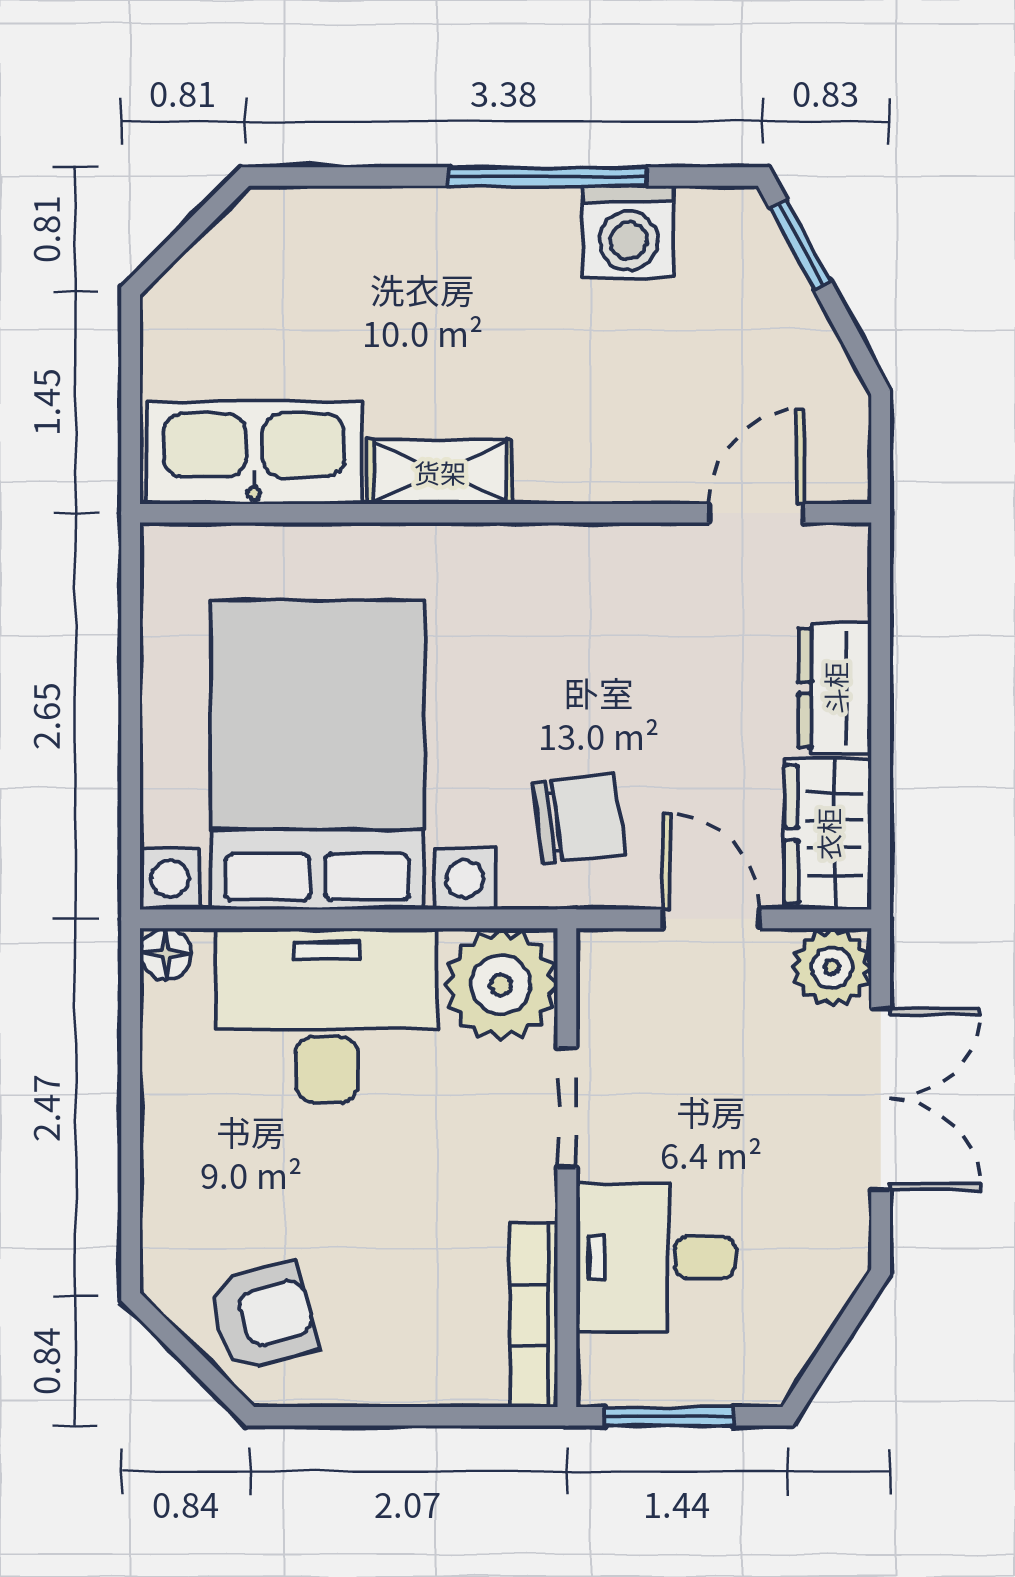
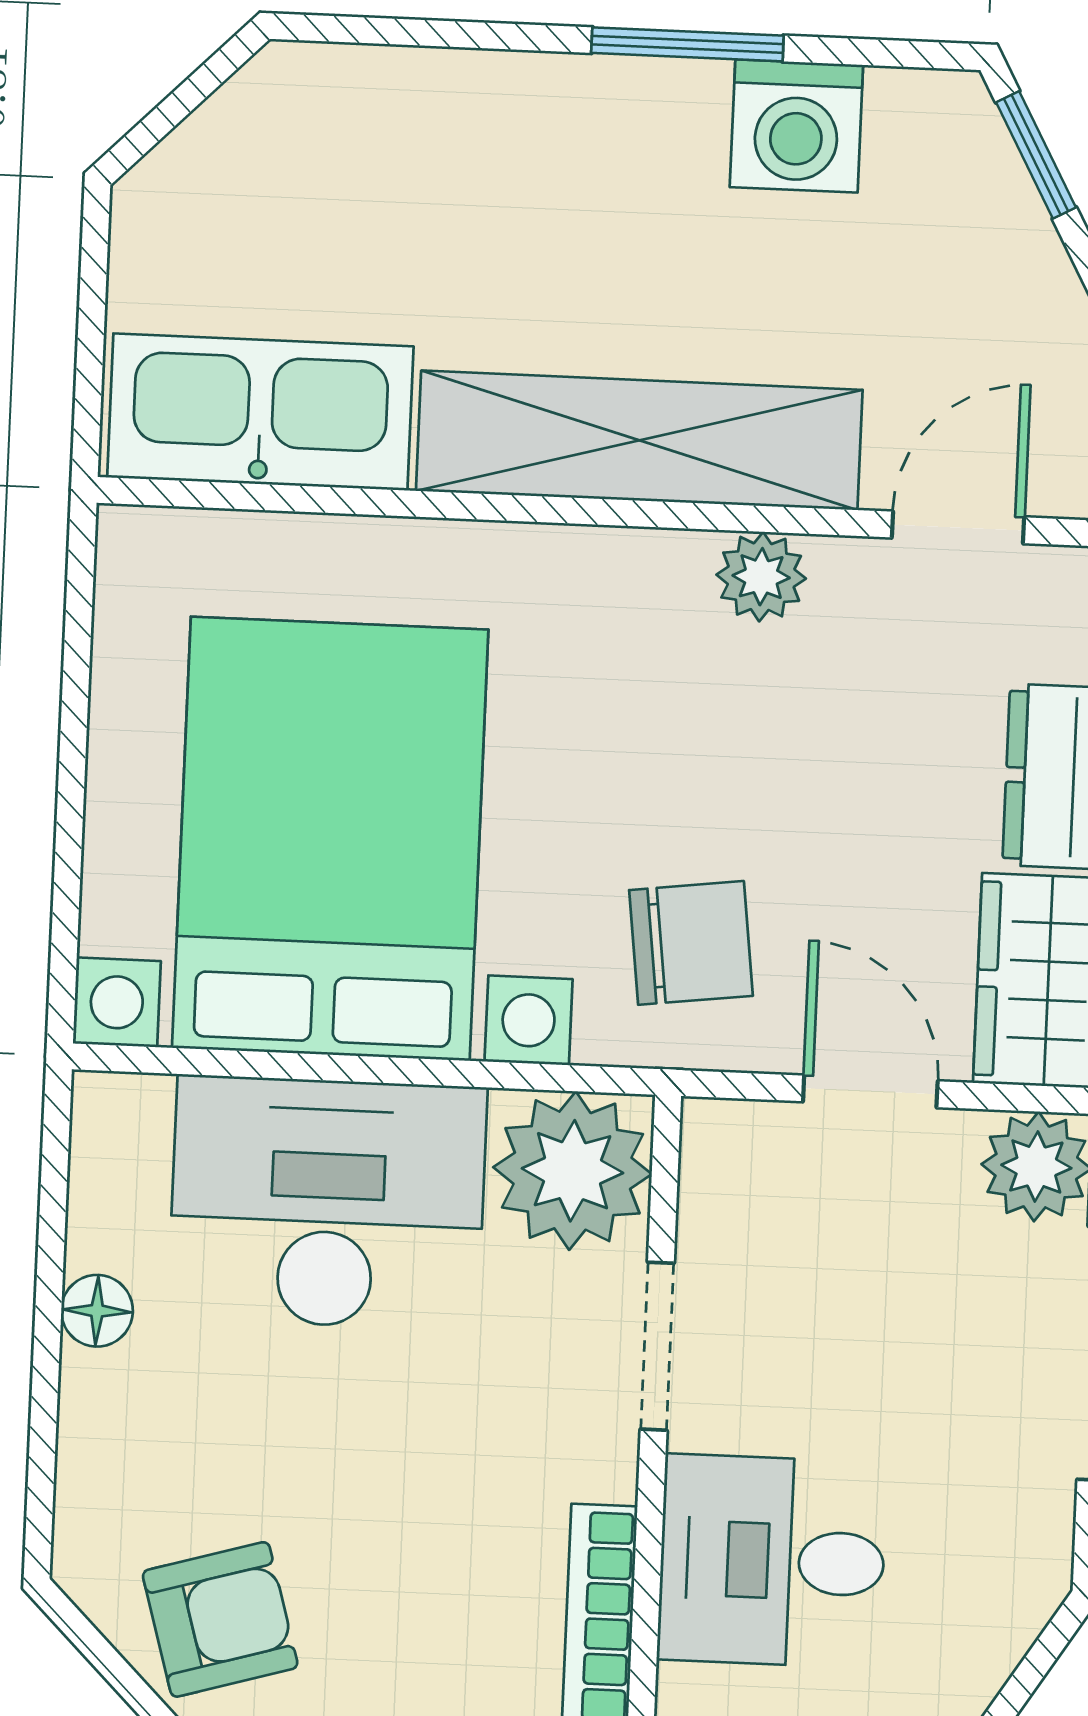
window: (548, 177) -> (687, 44), width x0.69
shelving: (440, 472) -> (639, 440), width x2.20, depth x1.33
plant: (617, 555) -> (761, 577), added
floor lamp: (165, 954) -> (97, 1311), moved

